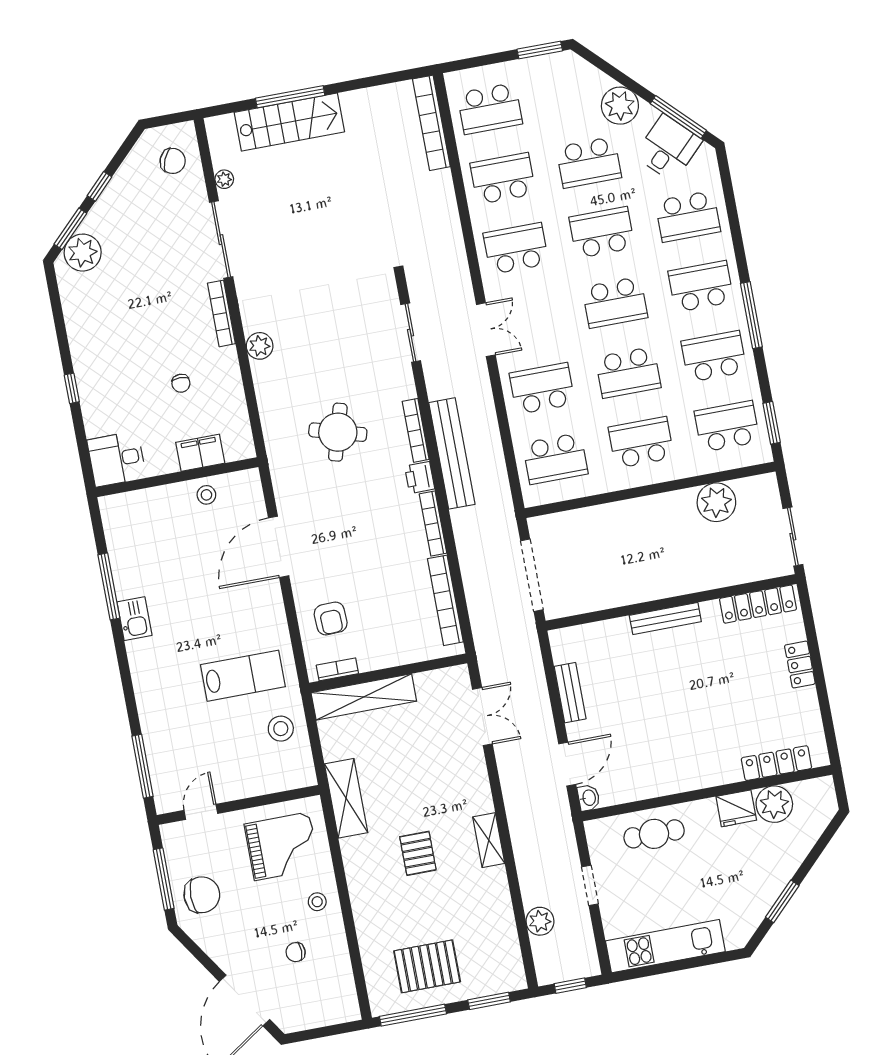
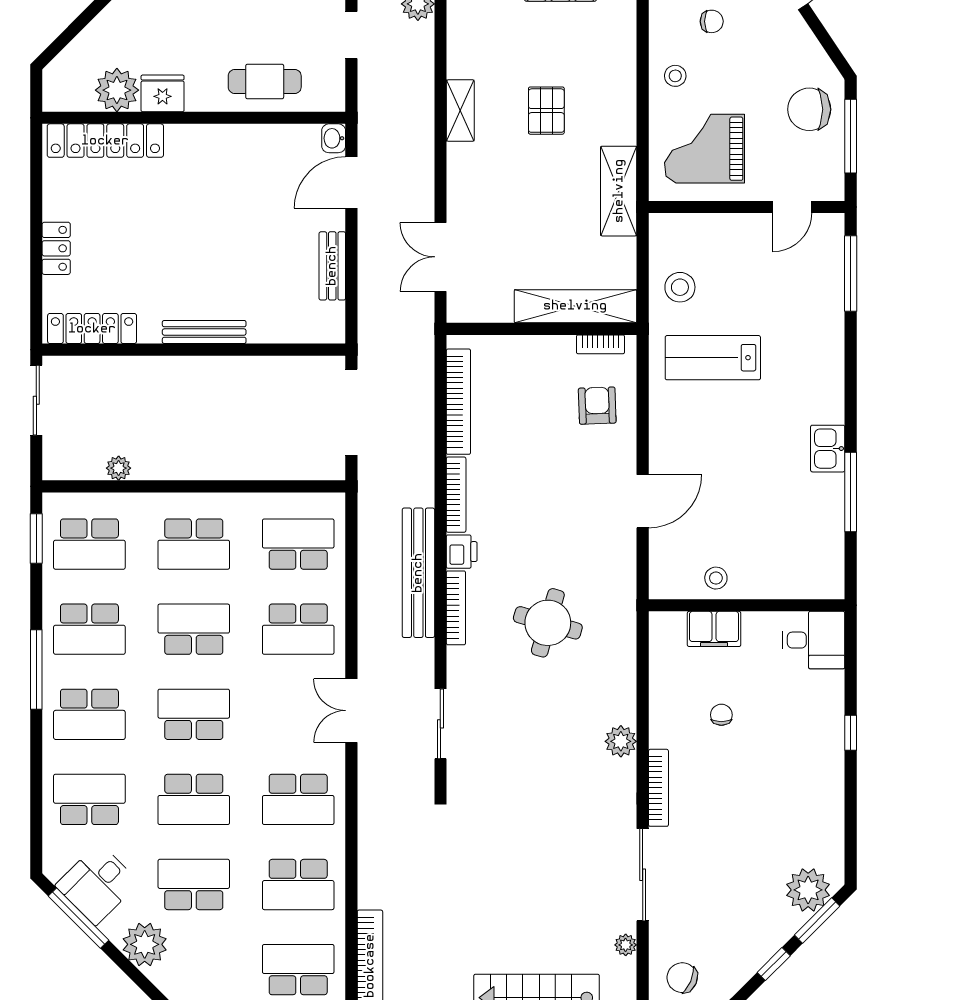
plant: (716, 502) -> (119, 468), width x0.53, depth x0.53
door: (279, 547) -> (643, 501), width x0.73
locker: (776, 763) -> (105, 141), width x1.41, depth x1.21

